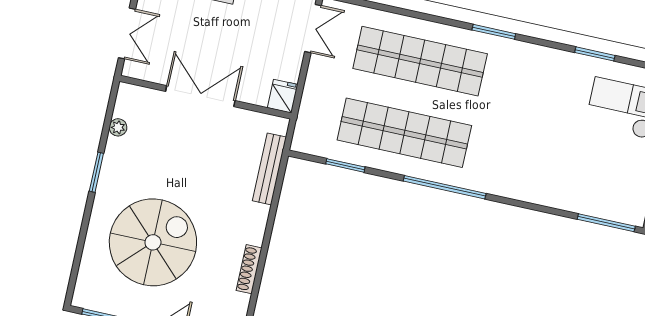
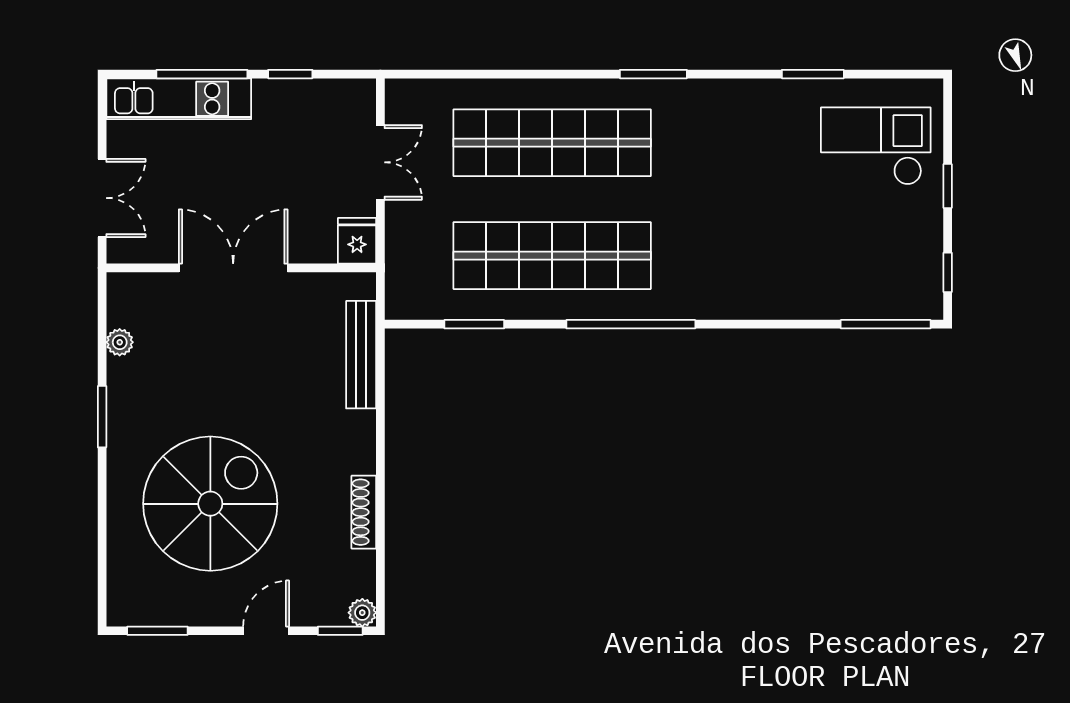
double door: (313, 29) -> (380, 162), moved

